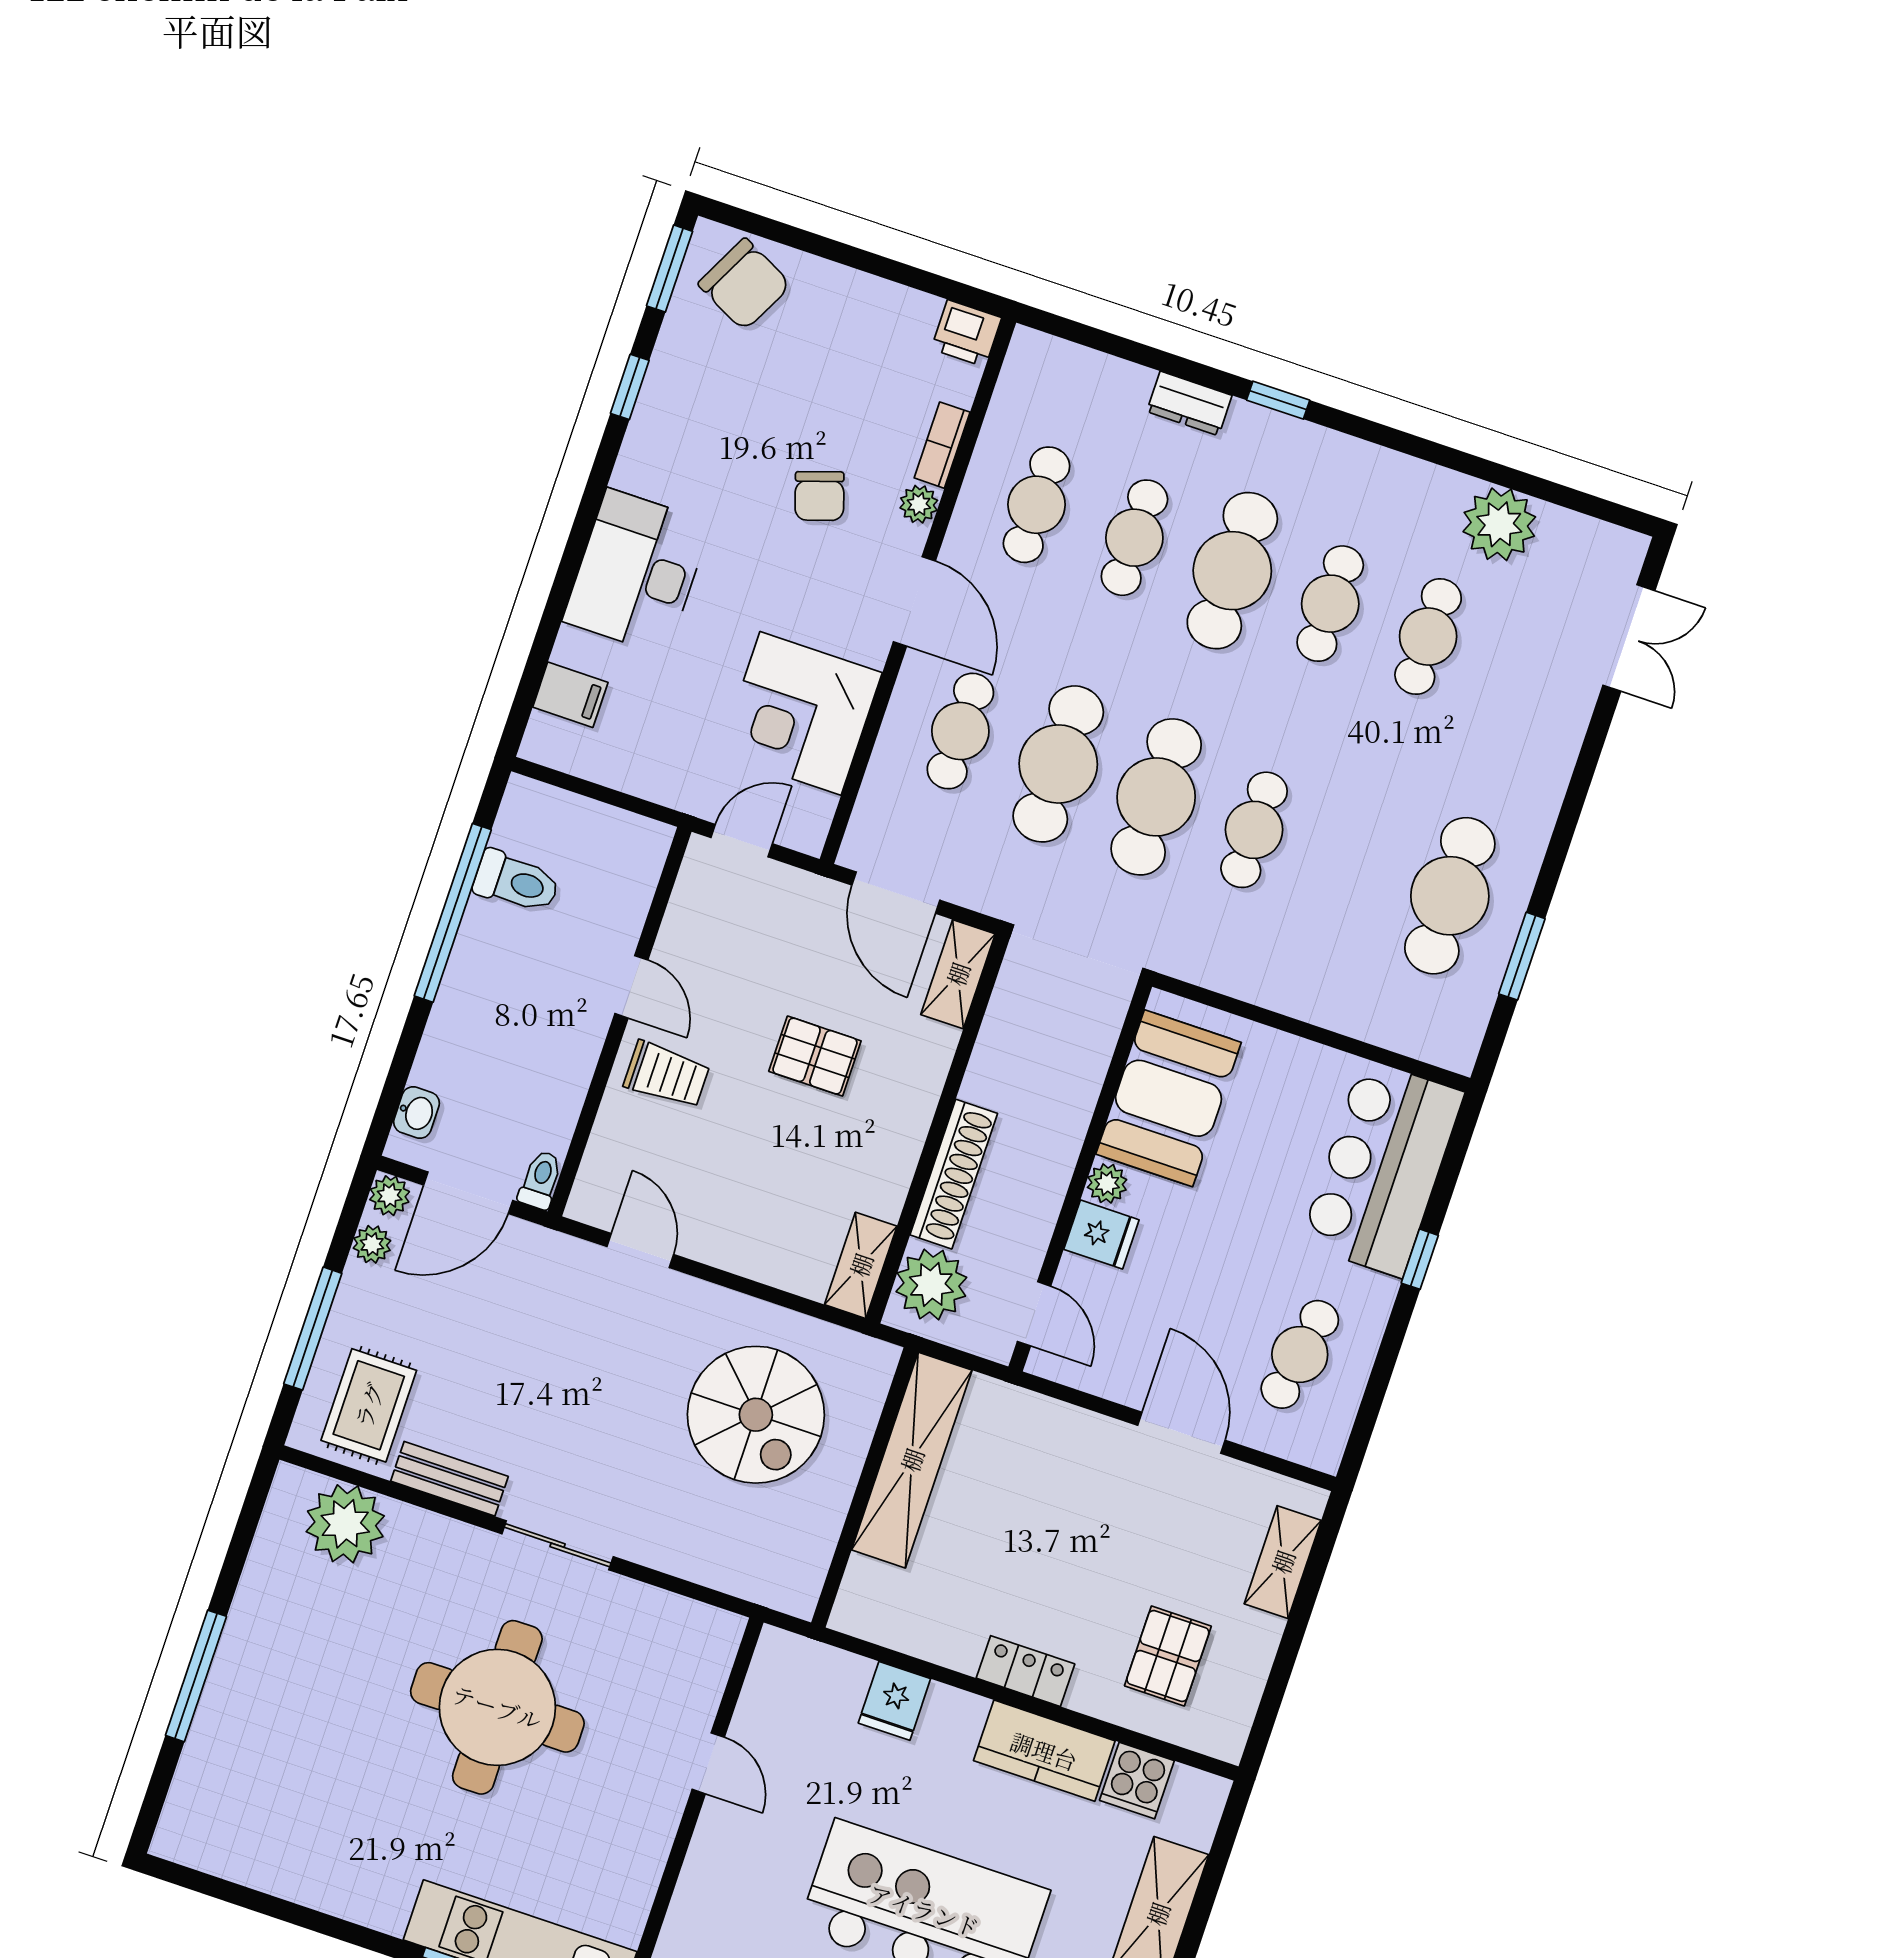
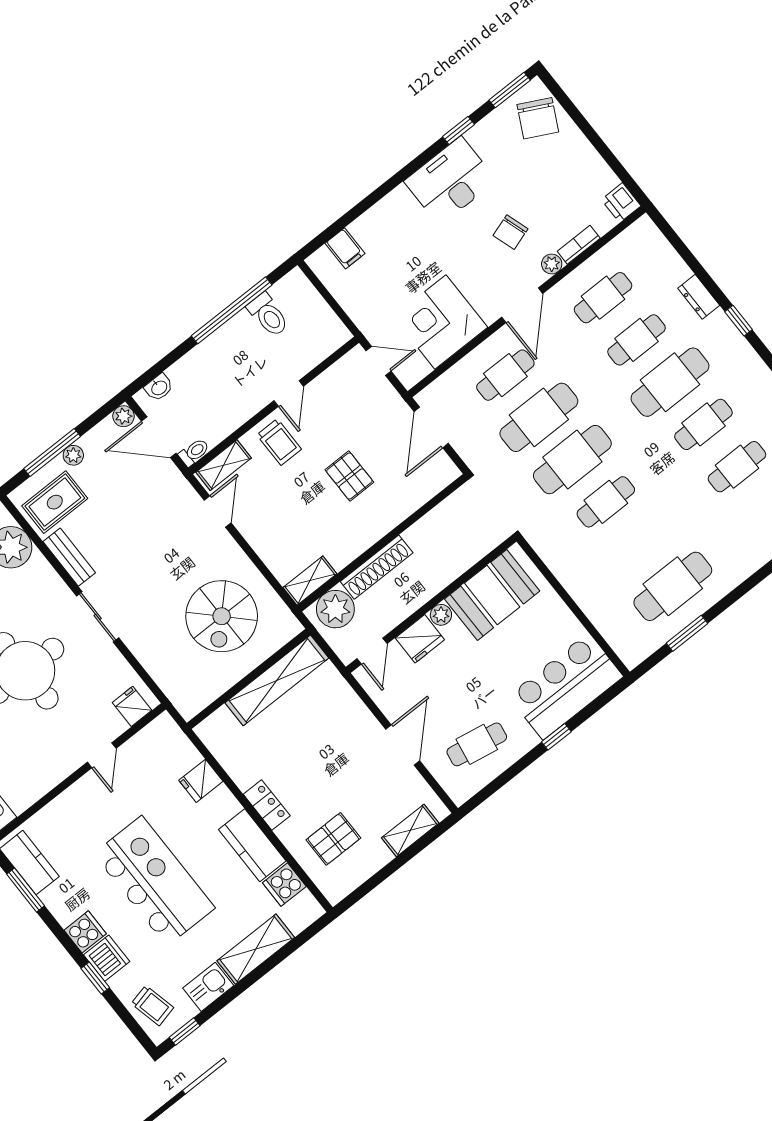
desk: (637, 572) -> (450, 181), moved
shelving: (958, 974) -> (224, 465), moved
fridge: (1101, 1235) -> (420, 639), width x1.38
plant: (372, 1244) -> (73, 455), moved
fridge: (706, 1653) -> (132, 706), added

